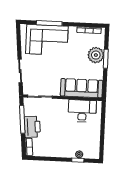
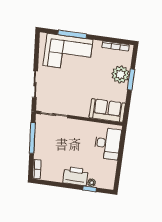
sofa: (82, 88) -> (107, 110), width x0.73
desk: (82, 111) -> (108, 143), moved, turned 90
printer: (32, 127) -> (76, 176), moved, turned -85

